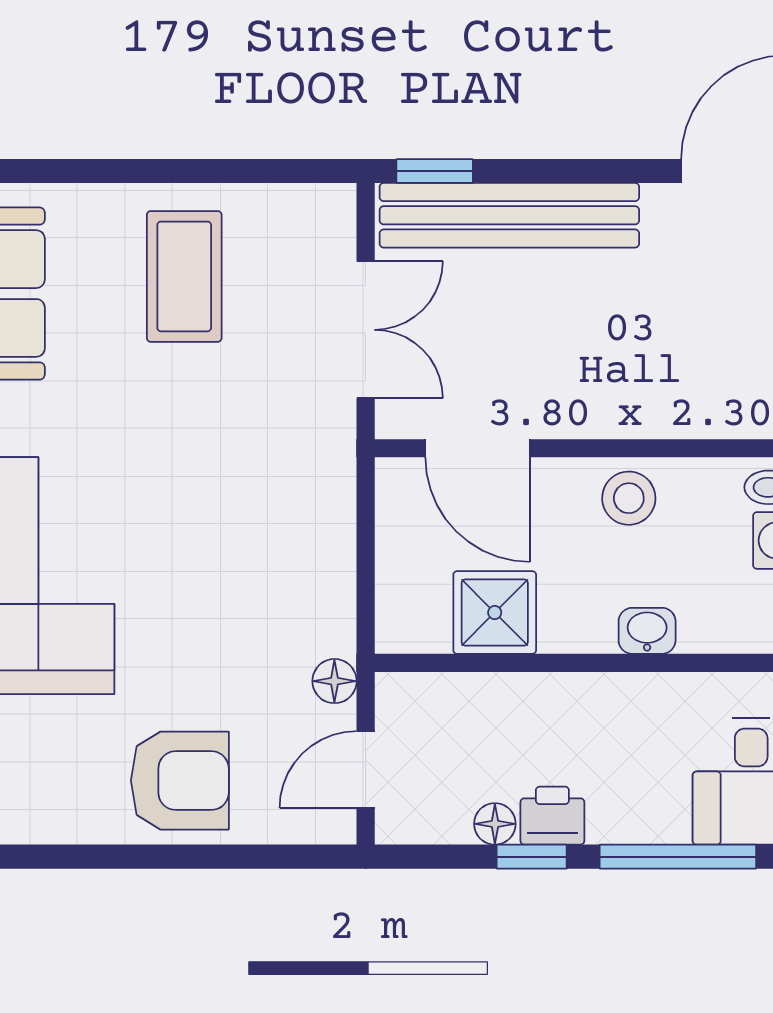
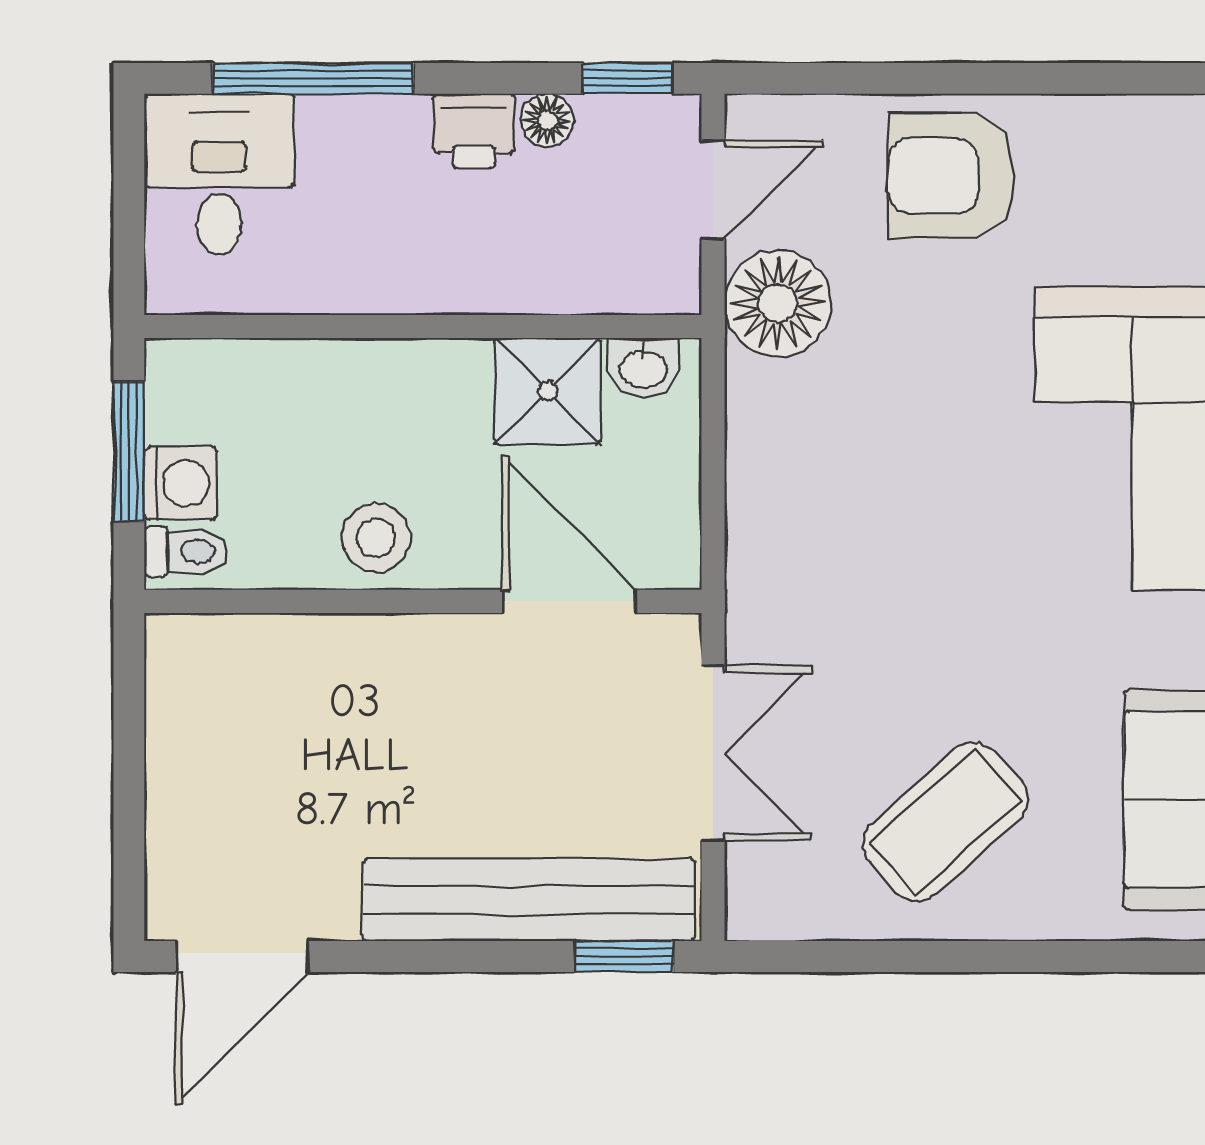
coffee table: (184, 276) -> (945, 822), turned 48
double door: (366, 330) -> (713, 753), swing flipped
washbasin: (647, 631) -> (643, 368), moved
floor lamp: (334, 681) -> (778, 303), width x1.89, depth x1.89
window: (532, 857) -> (627, 78), moved

